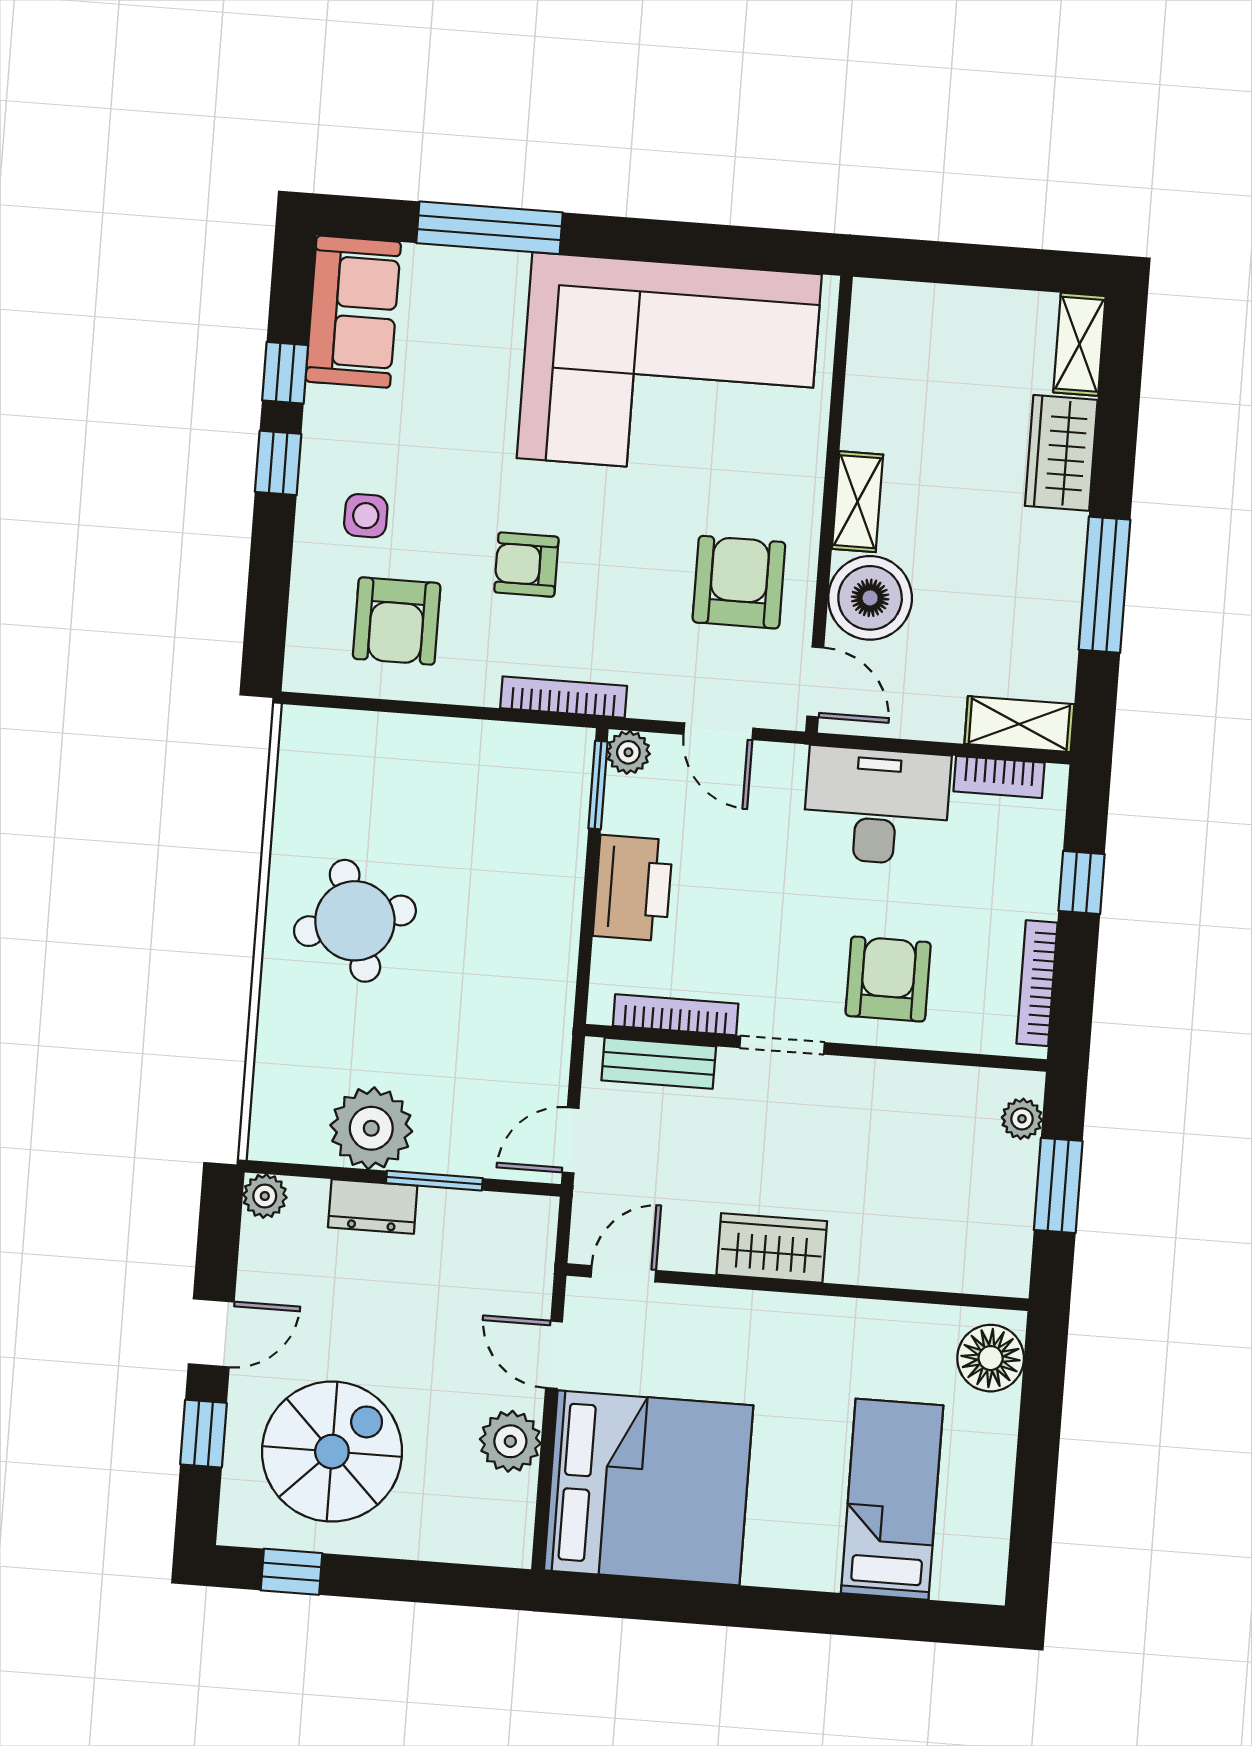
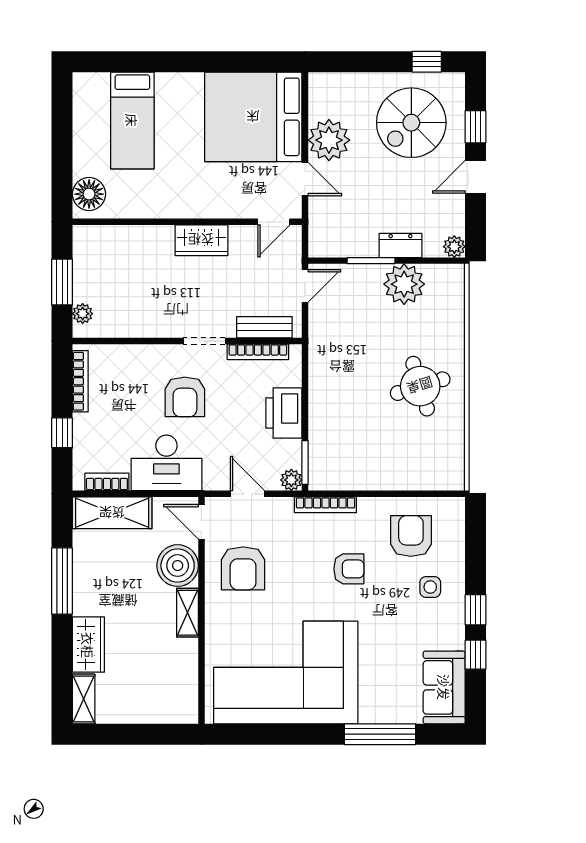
shelving: (1019, 724) -> (112, 513), width x1.50, depth x1.33
armchair: (888, 979) -> (185, 397), moved
plant: (510, 1441) -> (329, 140), width x1.36, depth x1.36

